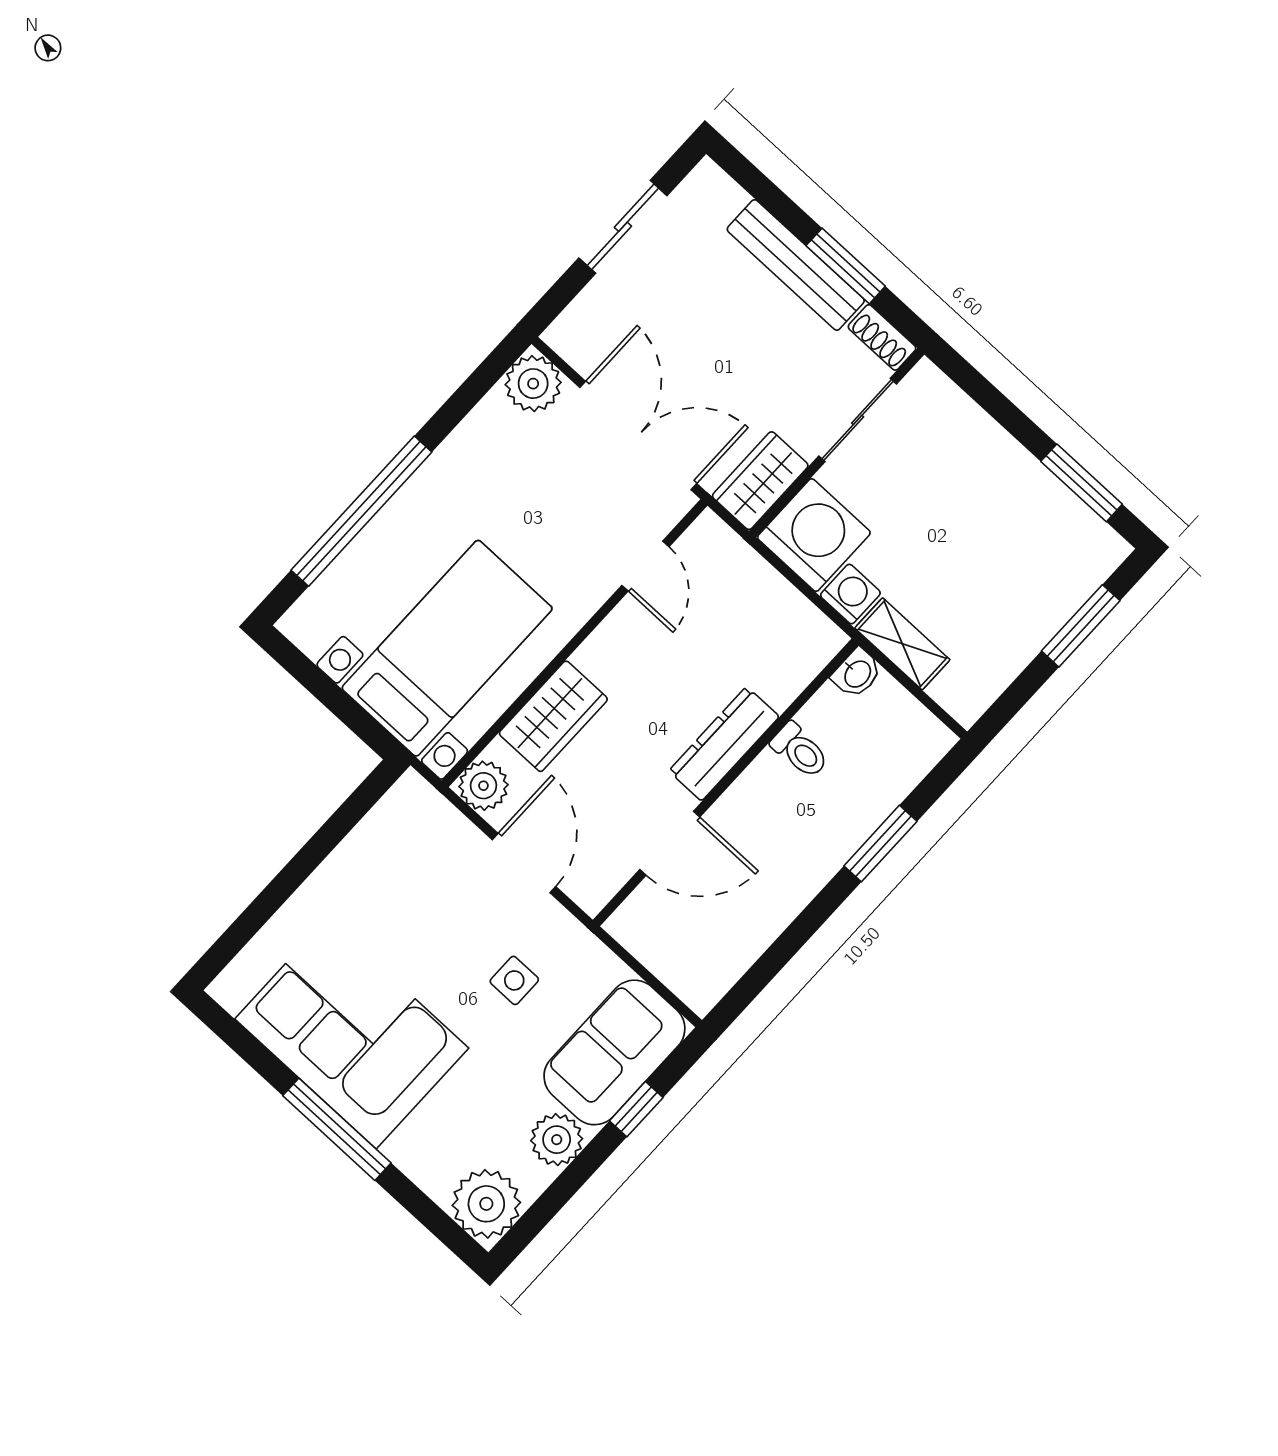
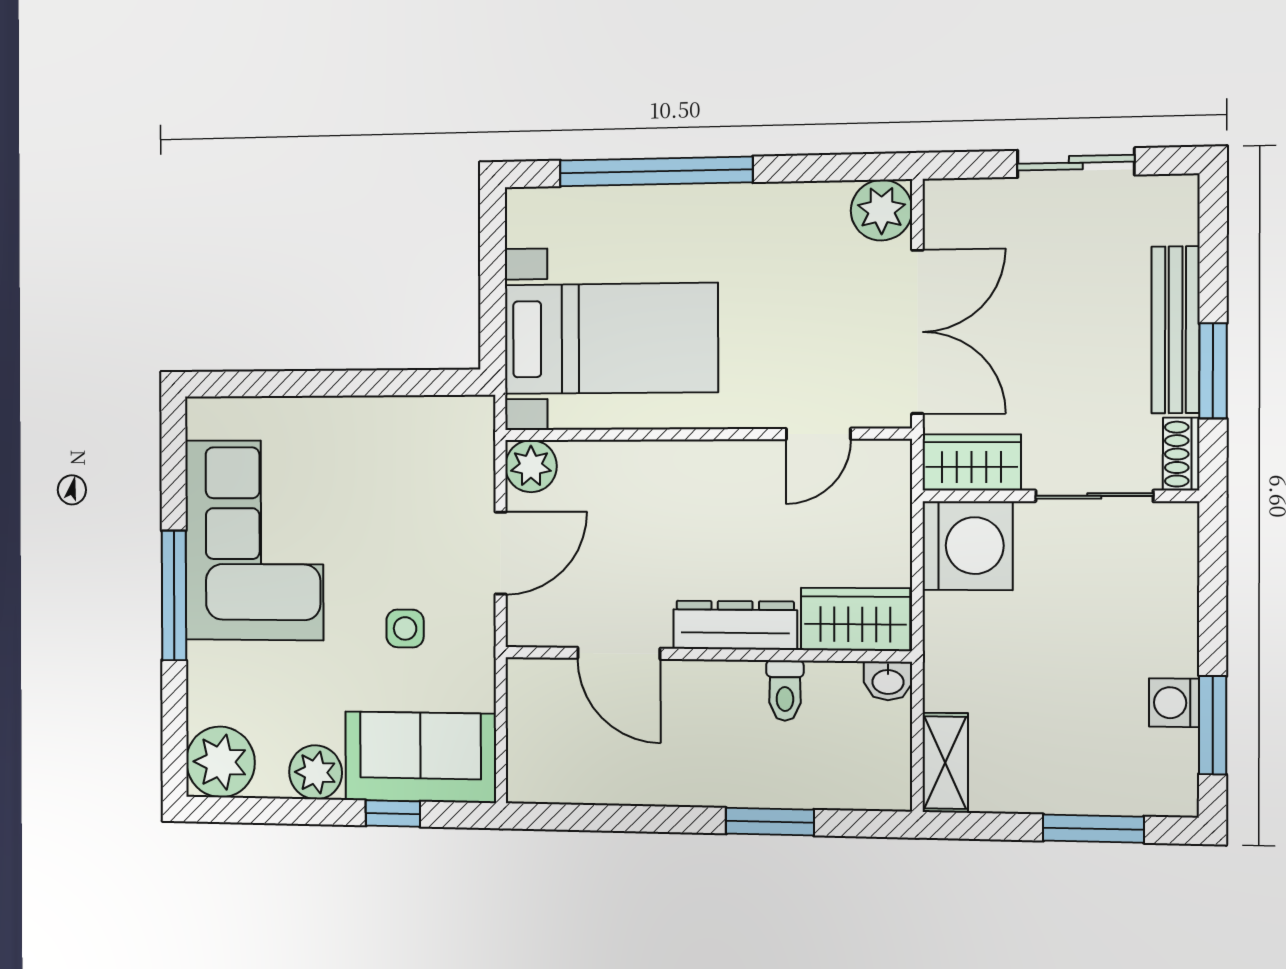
washing machine: (850, 594) -> (1174, 703), moved, turned 180
shelving: (902, 644) -> (945, 763), moved
wardrobe: (553, 716) -> (855, 619), moved, turned 180

